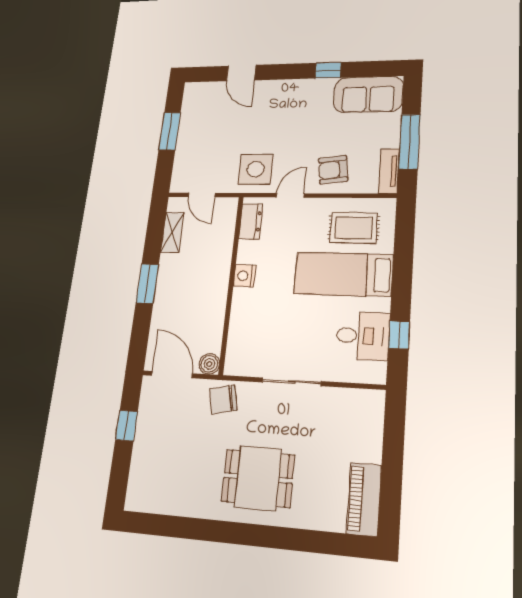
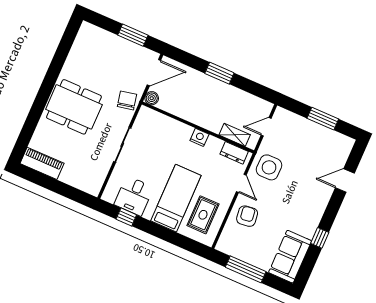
tv unit: (389, 171) -> (231, 250), removed
shelving: (172, 232) -> (235, 135), moved
window: (127, 426) -> (133, 35), width x1.50
dining table: (258, 478) -> (74, 107), width x1.38

